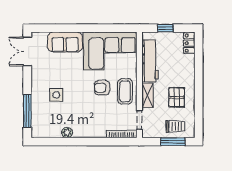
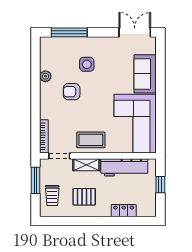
locker: (189, 43) -> (124, 211), moved
armchair: (102, 88) -> (72, 92), moved, turned -90
window: (173, 142) -> (36, 180), moved

